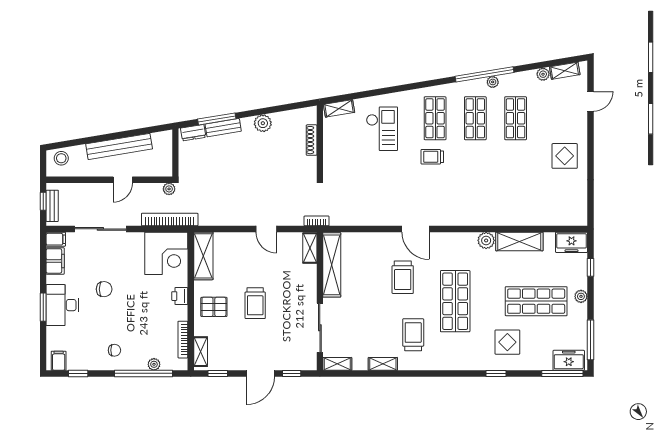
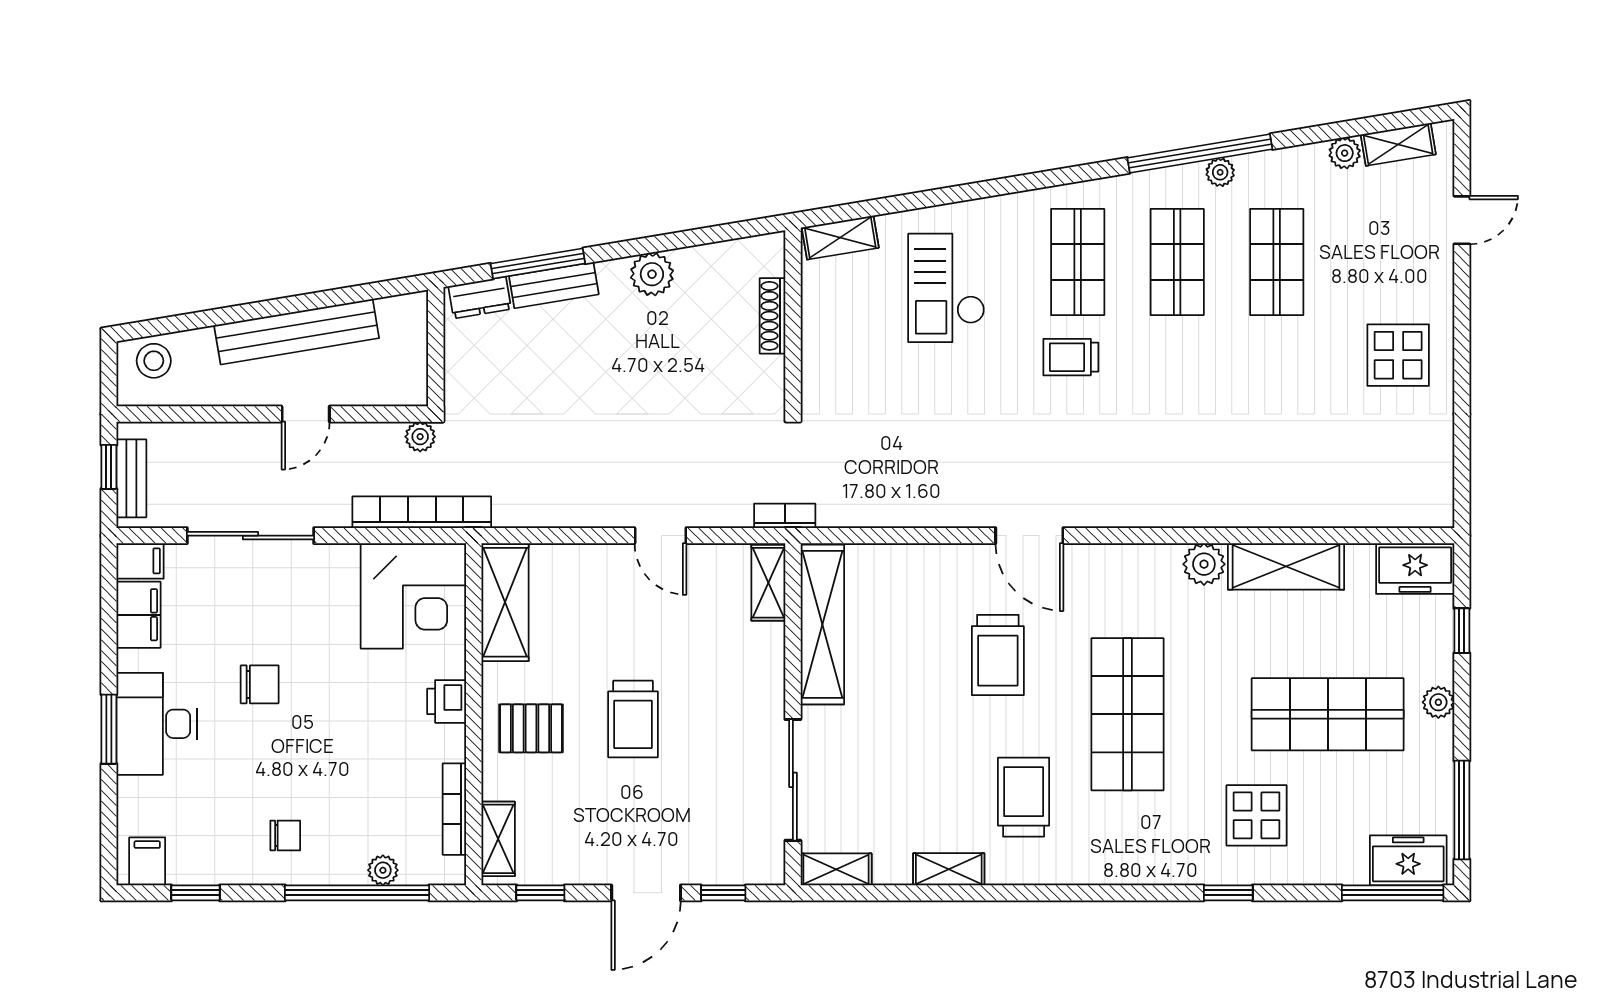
checkout: (382, 129) -> (946, 288), turned 180

